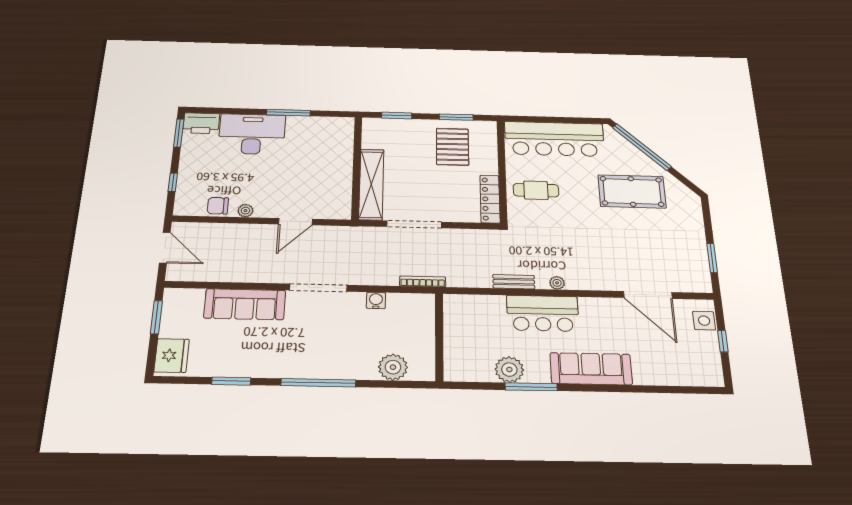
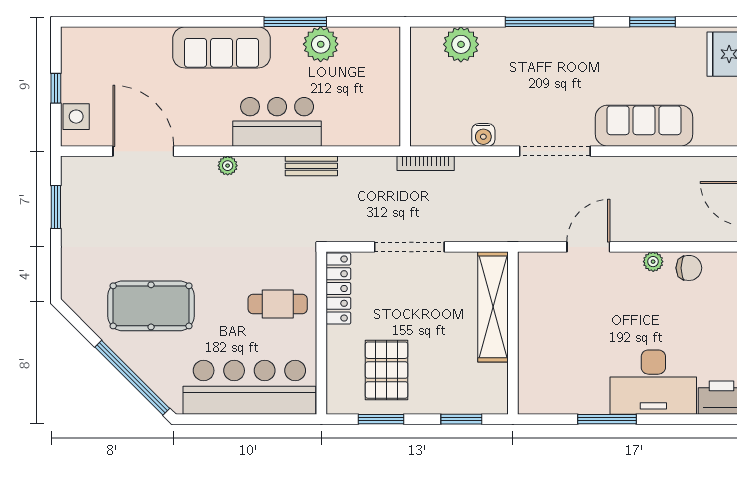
doorway: (414, 224) -> (409, 247), moved
plant: (557, 283) -> (228, 166), moved

